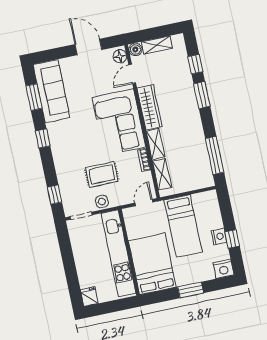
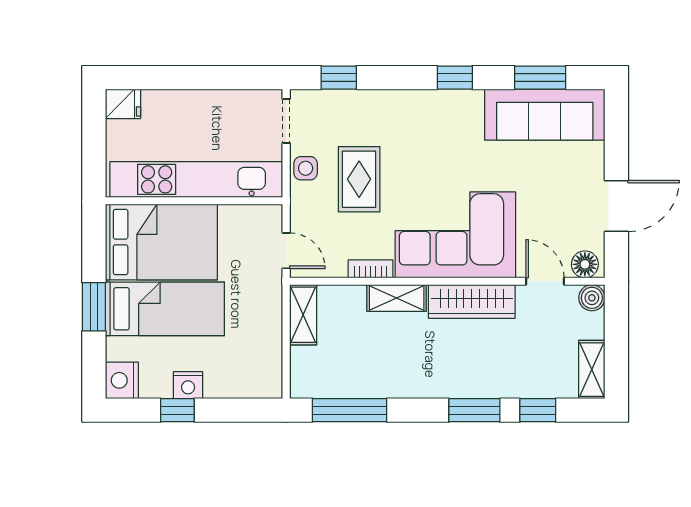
shelving: (157, 45) -> (592, 370), moved
shelving: (162, 174) -> (303, 315), moved, turned 90
bed: (183, 226) -> (165, 309), moved, turned 180

